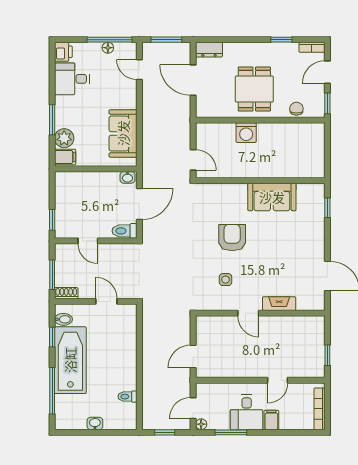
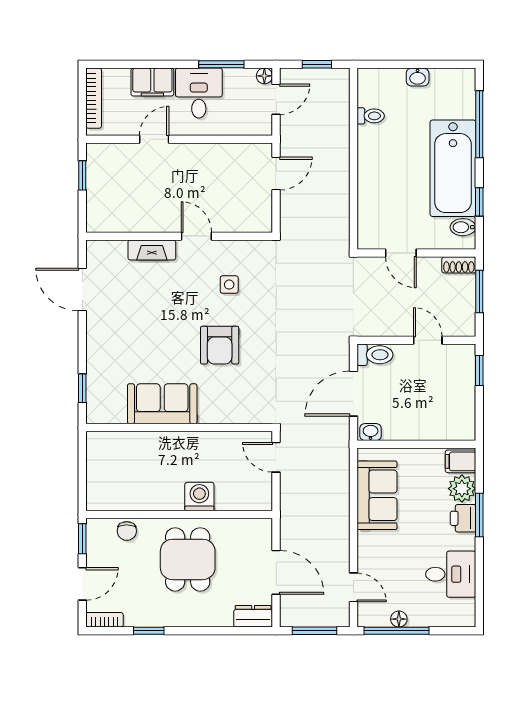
printer: (63, 52) -> (463, 518), moved
filing cabinet: (271, 420) -> (152, 82), width x2.00

